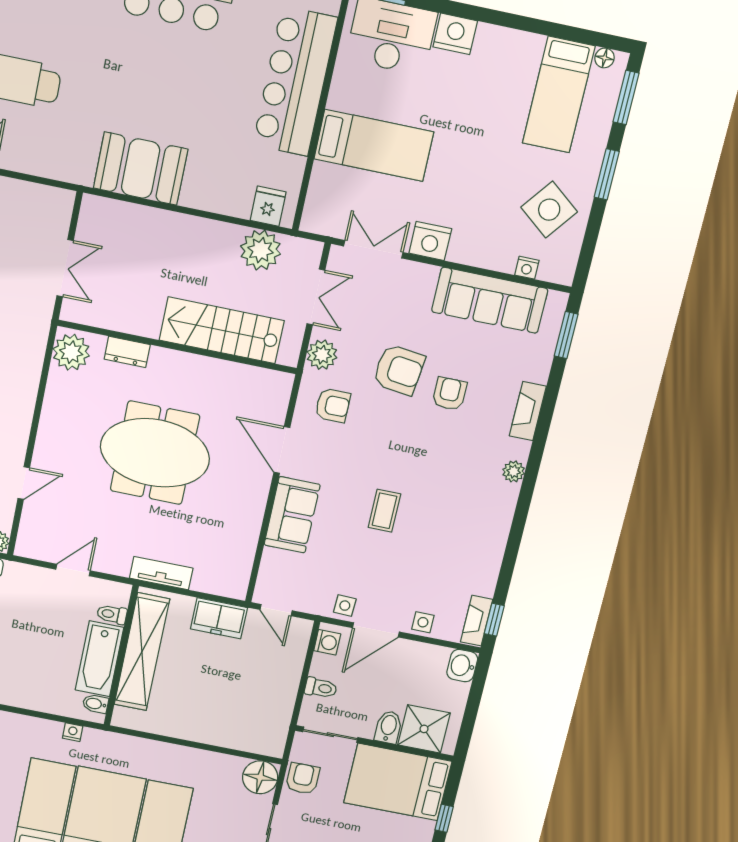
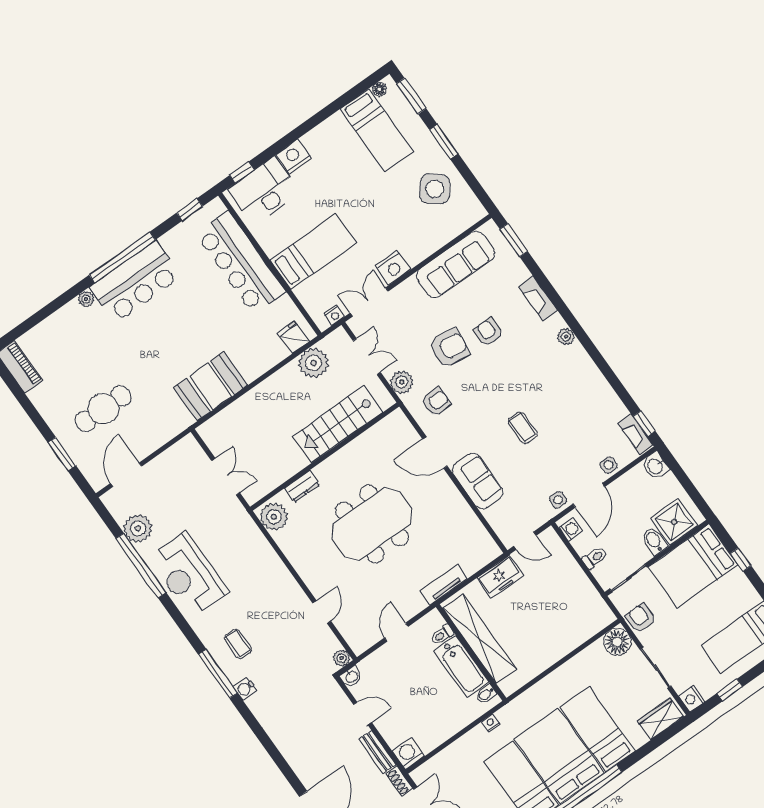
nightstand: (527, 268) -> (334, 315), moved

